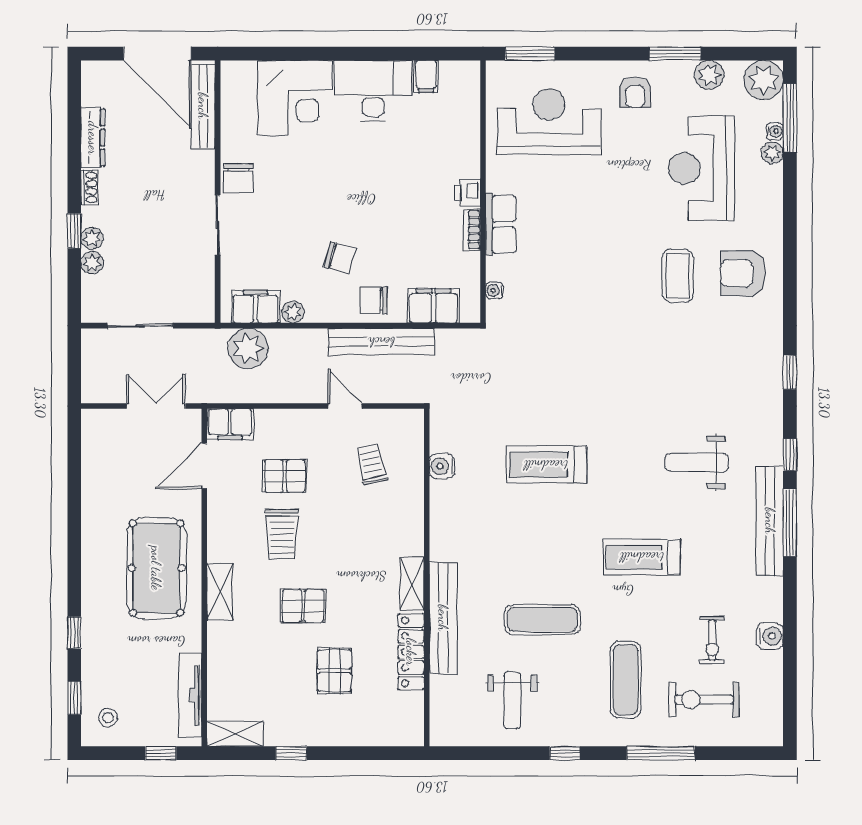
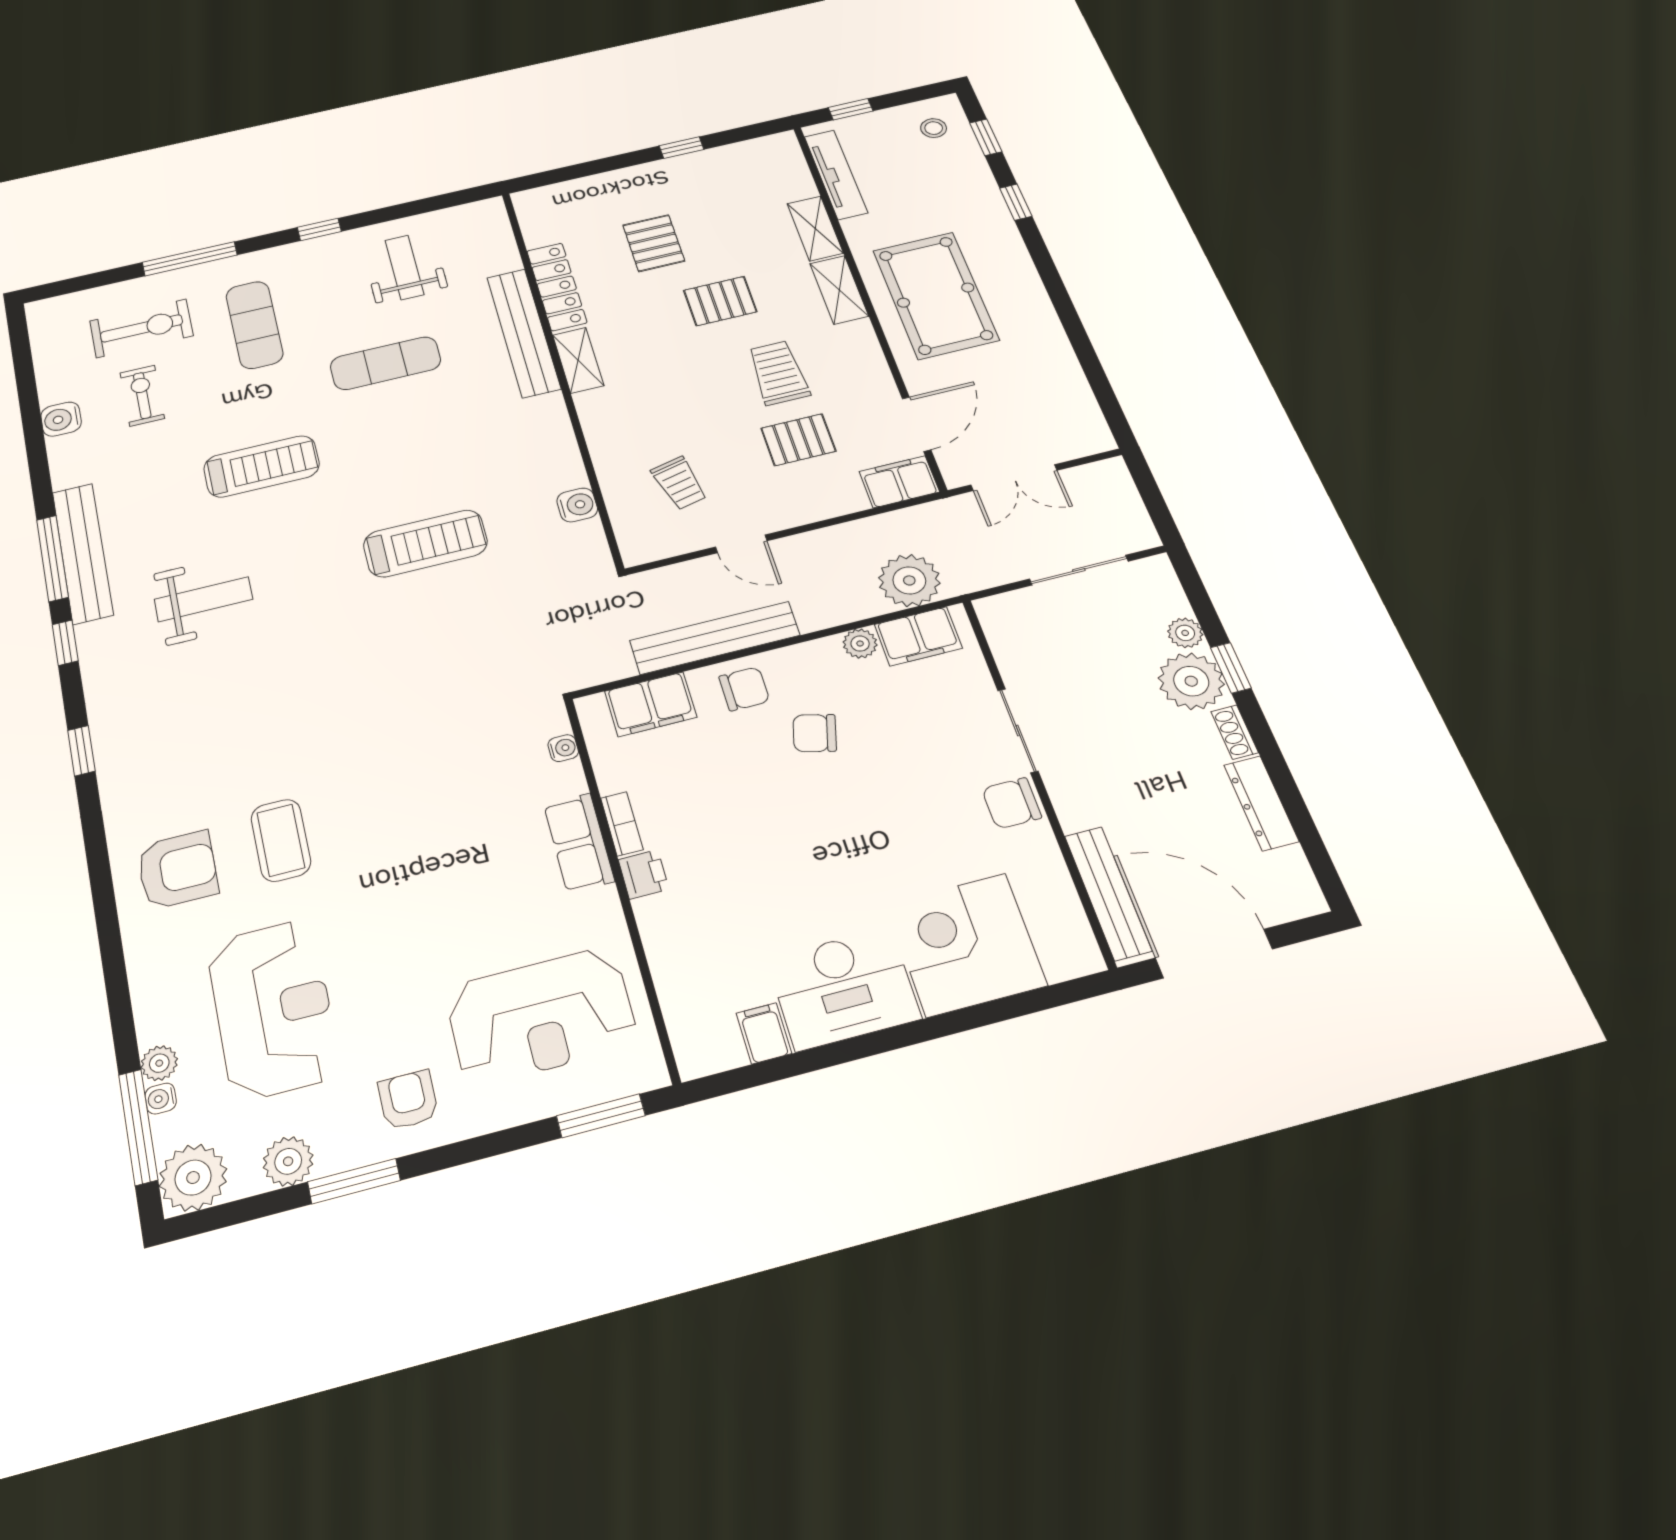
chair: (238, 178) -> (1012, 803), turned -90
plant: (92, 238) -> (1191, 681), width x1.88, depth x1.88
shelving: (235, 734) -> (815, 228), moved, turned 90

